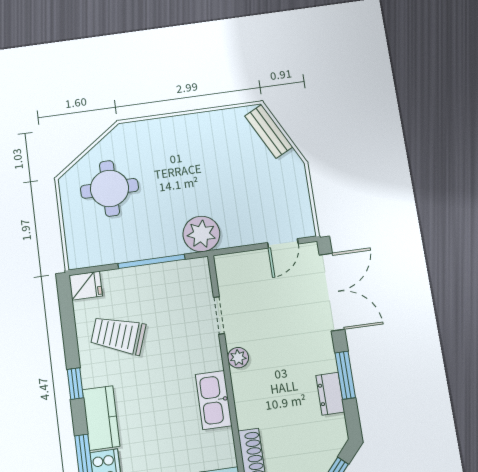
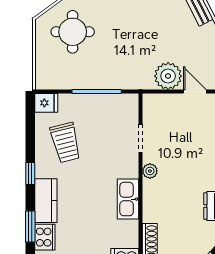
plant: (201, 234) -> (168, 76), moved
door: (283, 243) -> (195, 91), swing flipped
trolley: (118, 335) -> (65, 143), turned -123

